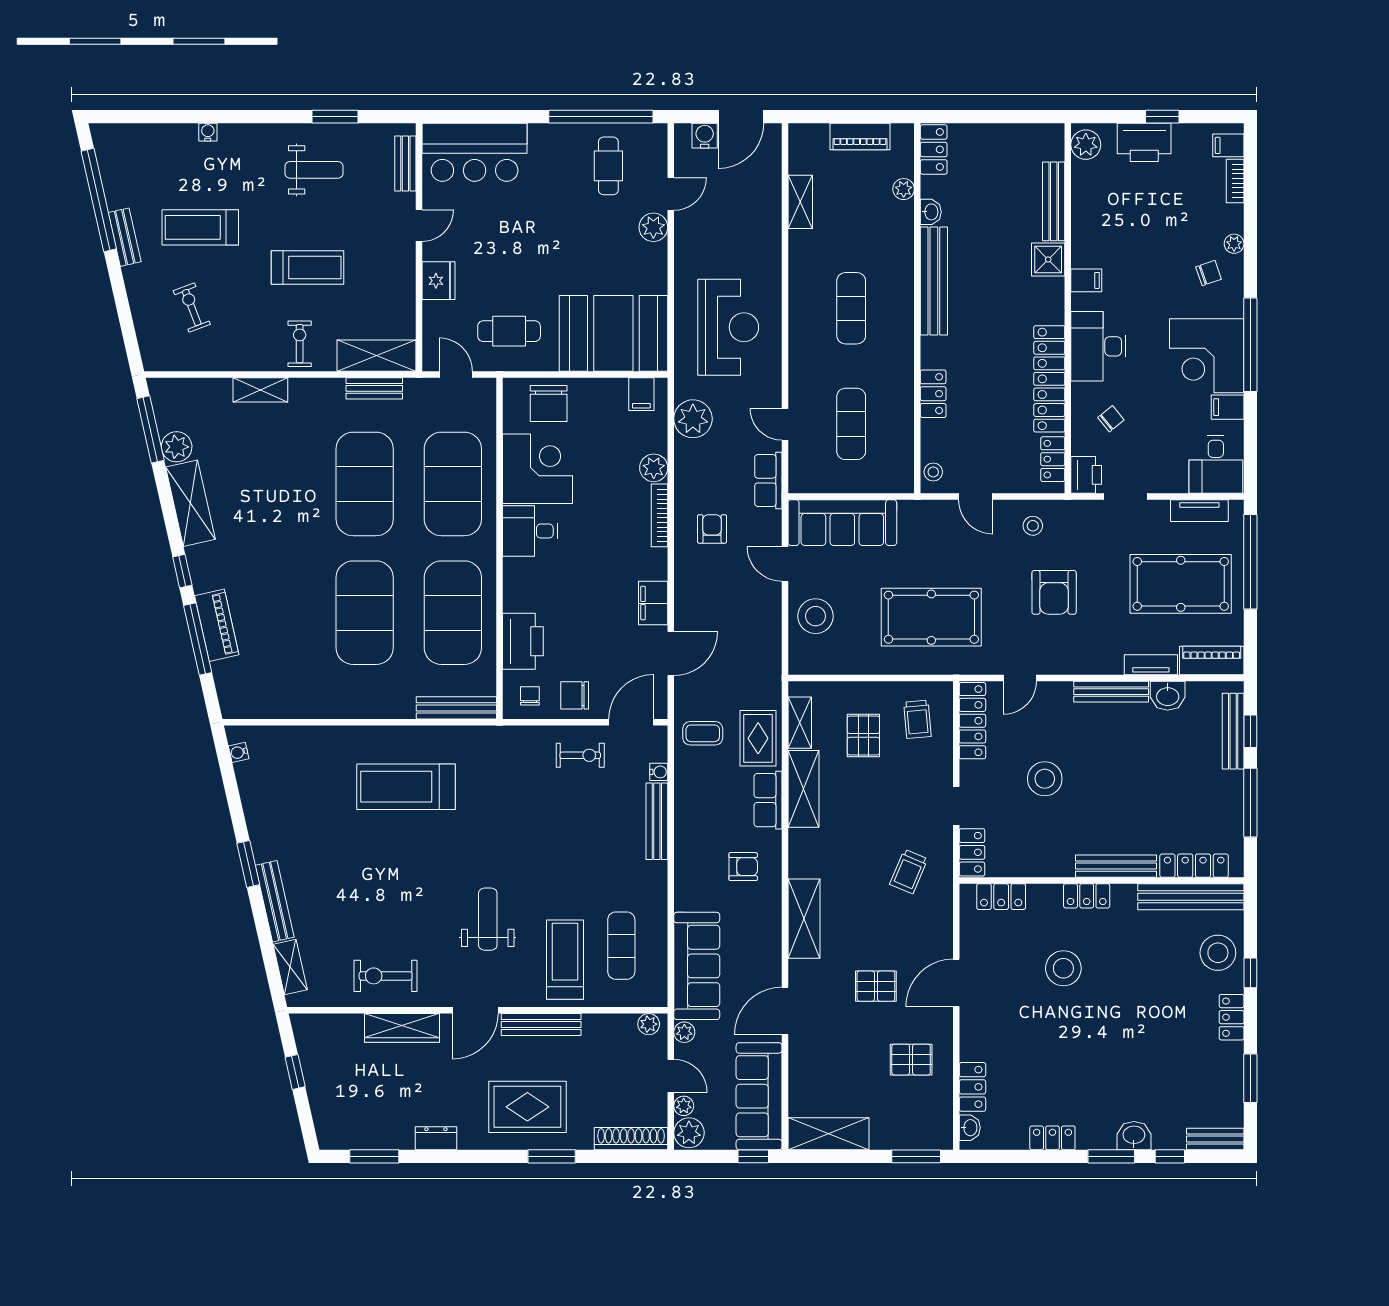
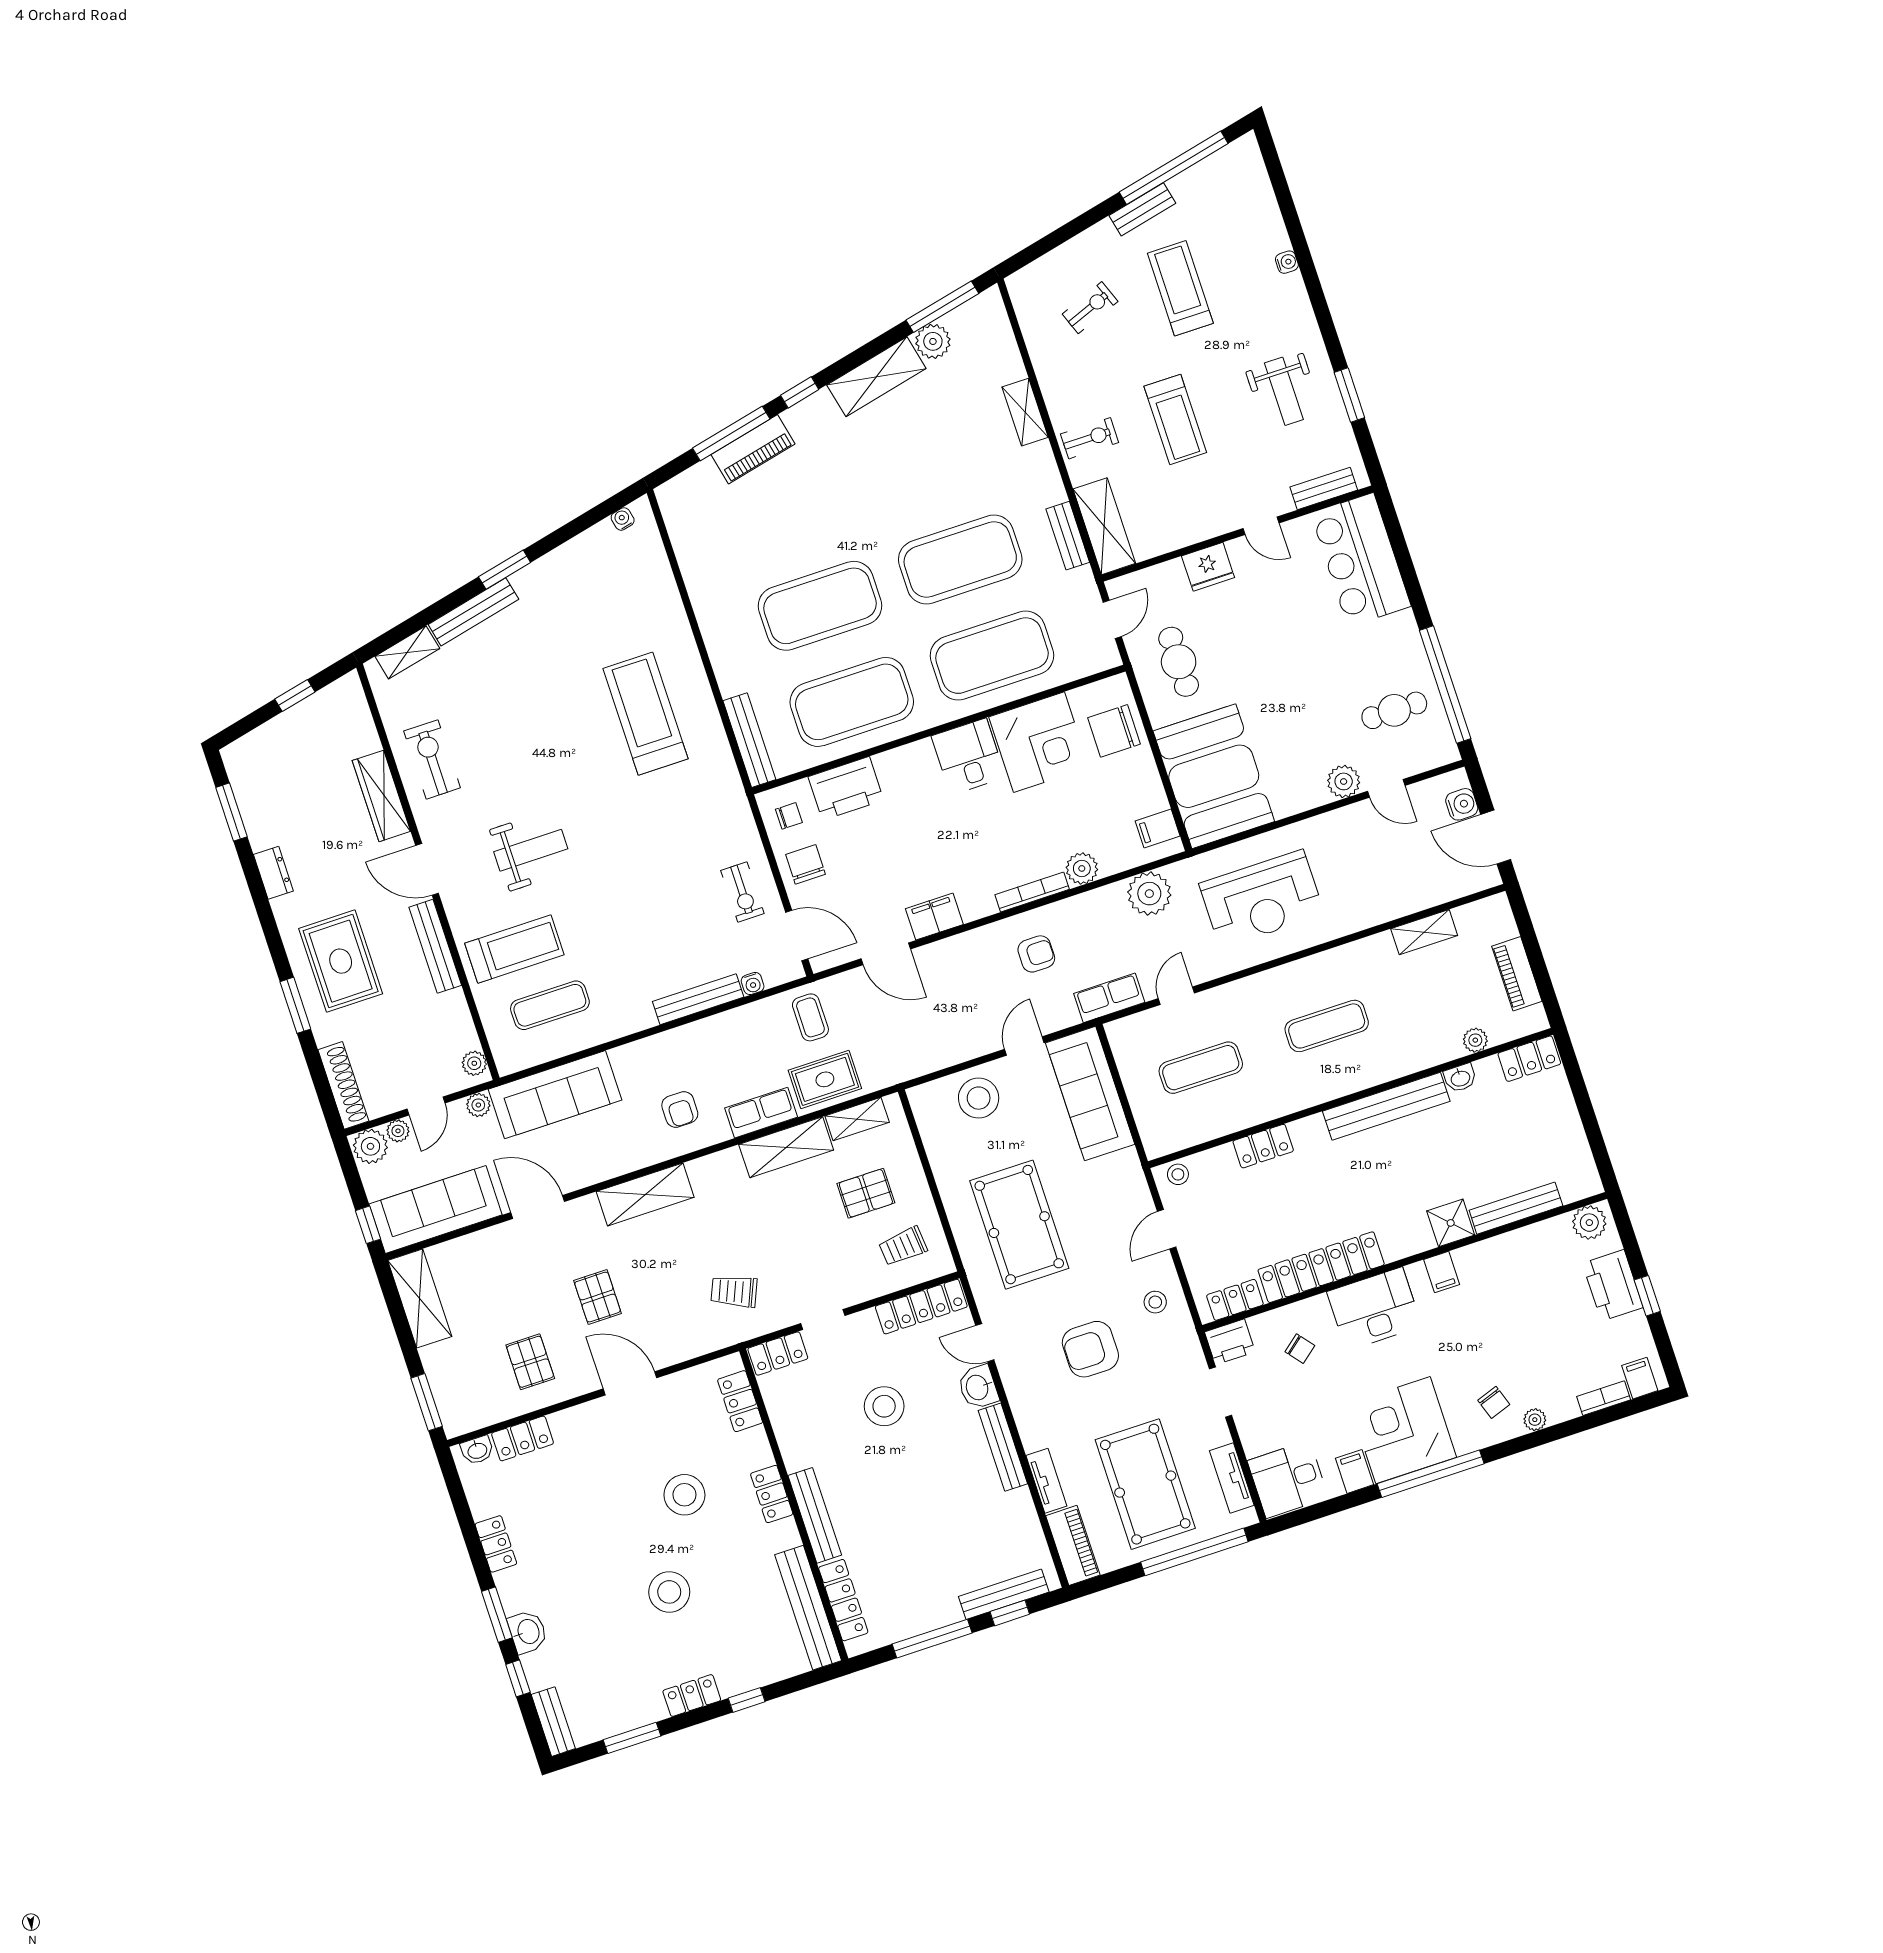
washbasin: (1168, 696) -> (978, 1387), moved
stool: (1218, 953) -> (669, 1592), moved

